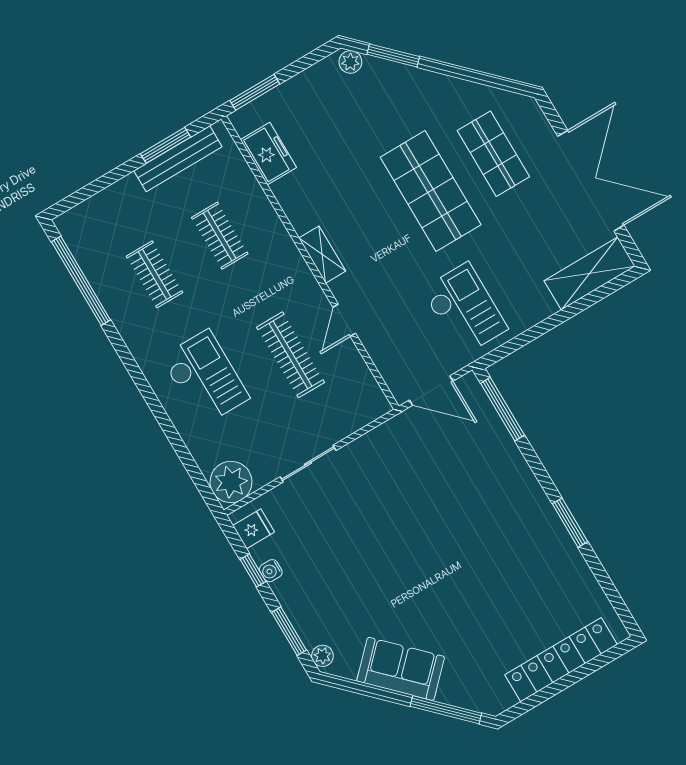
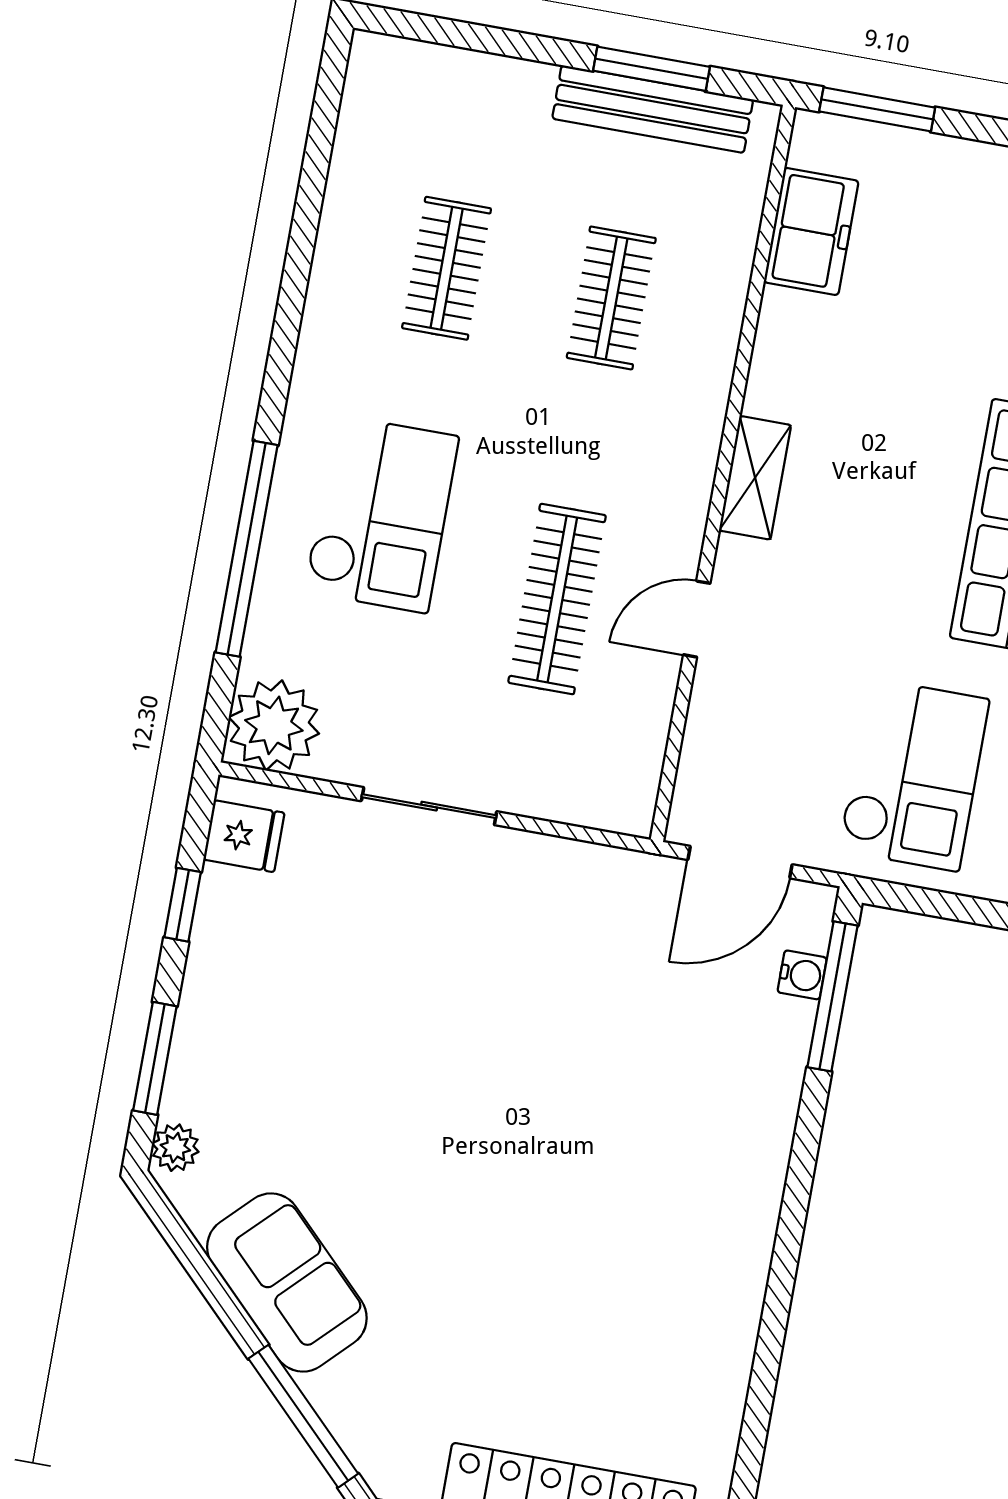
window: (81, 281) -> (247, 549), moved
door: (431, 391) -> (740, 862), hinge flipped
window: (570, 523) -> (781, 1283), removed
water cooler: (271, 571) -> (802, 975), moved, turned 180

